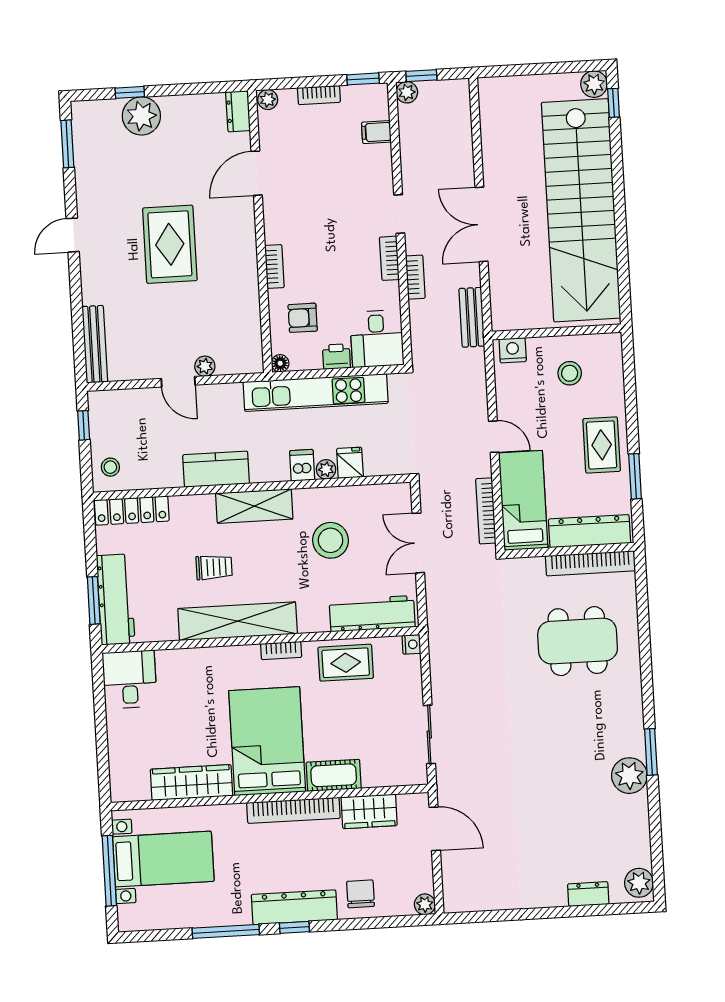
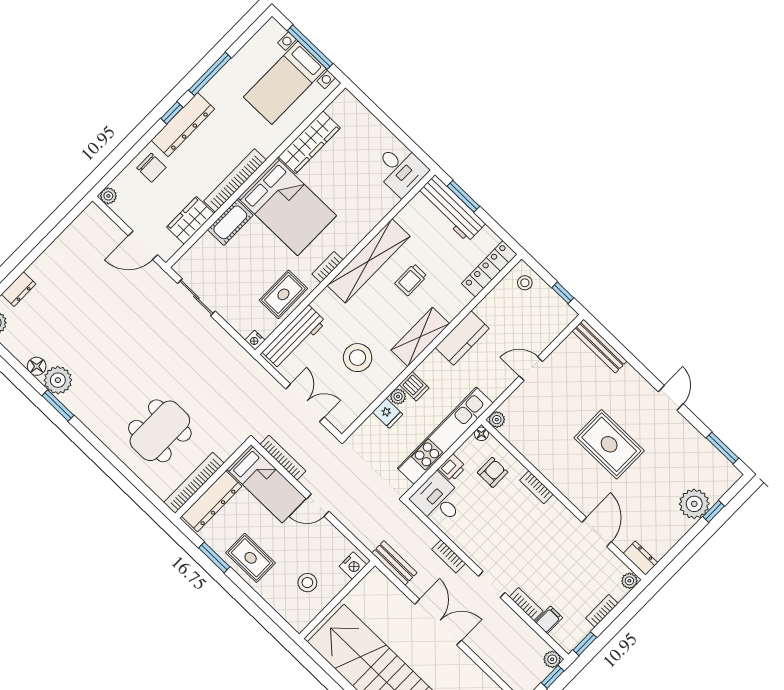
bookcase: (389, 258) -> (526, 604), moved
plant: (205, 366) -> (497, 420), moved
floor lamp: (637, 807) -> (37, 366), added

